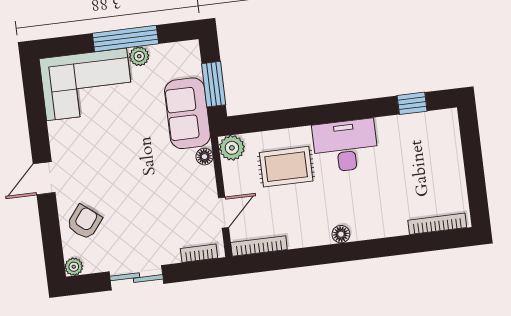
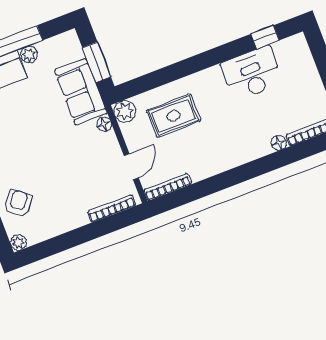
desk: (345, 146) -> (252, 73), moved
floor lamp: (341, 234) -> (279, 143), moved
bookcase: (199, 253) -> (111, 208), width x1.56
sliding door: (136, 278) -> (73, 239), removed

